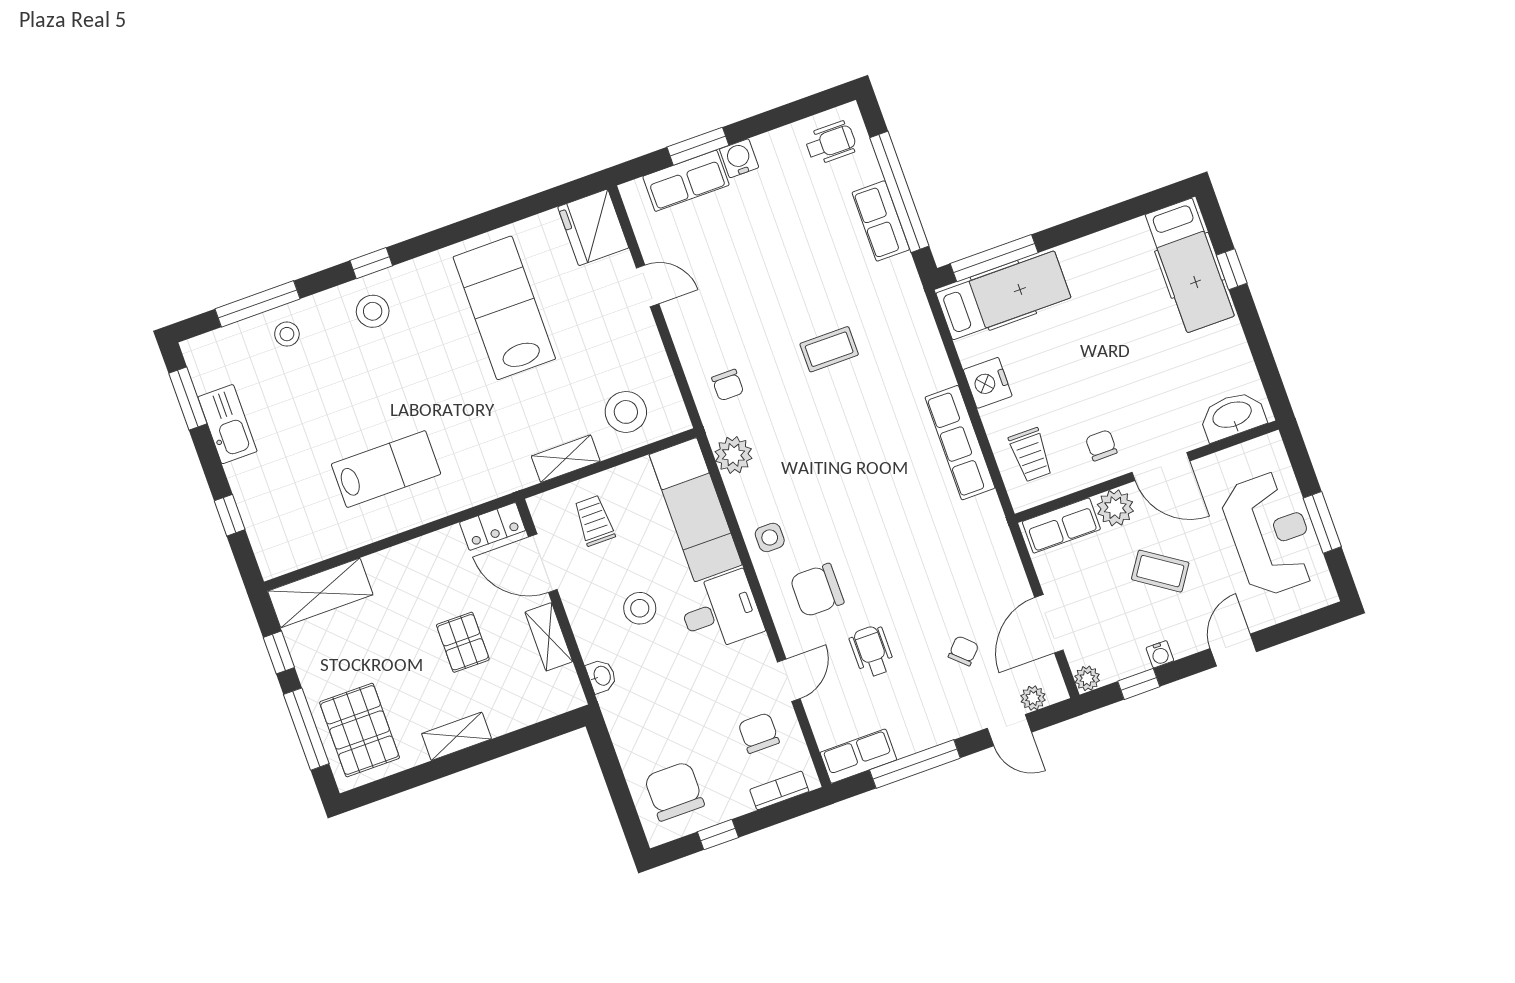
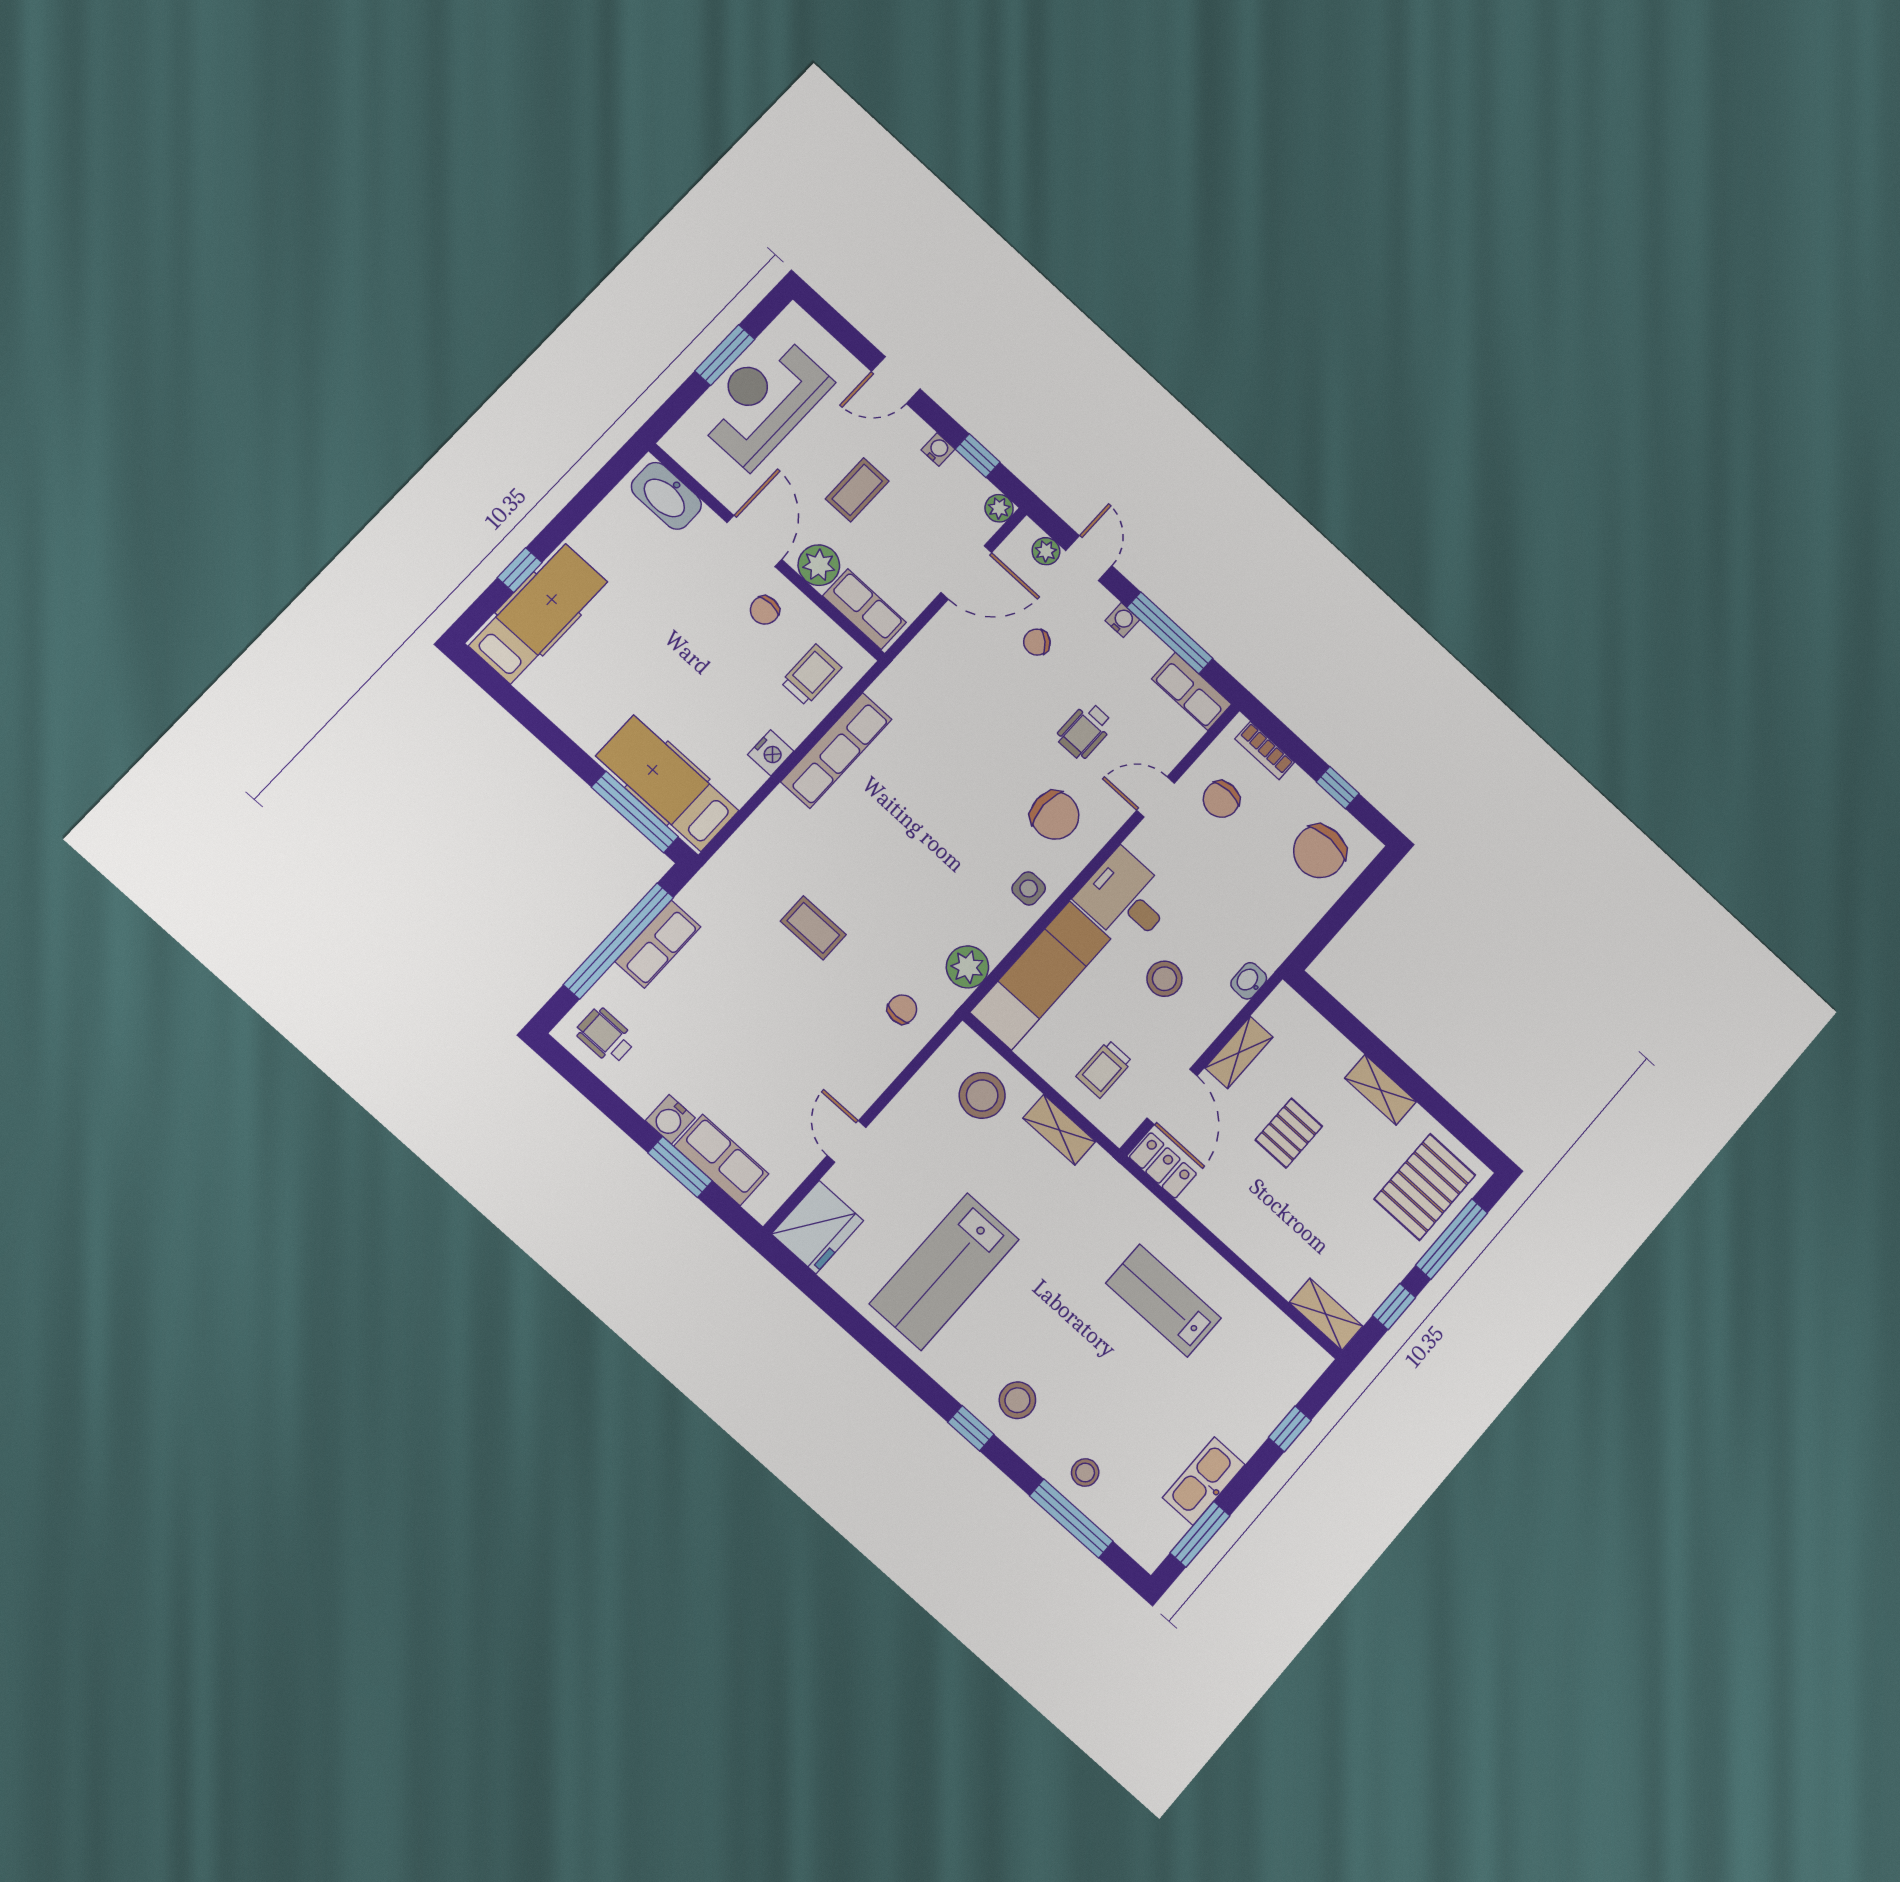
nightstand: (988, 383) -> (771, 753), width x0.74, depth x0.75
coffee table: (1160, 571) -> (857, 490), turned 56
shelving: (320, 593) -> (1326, 1314), width x0.67, depth x0.75
water cooler: (945, 731) -> (1122, 620), added

